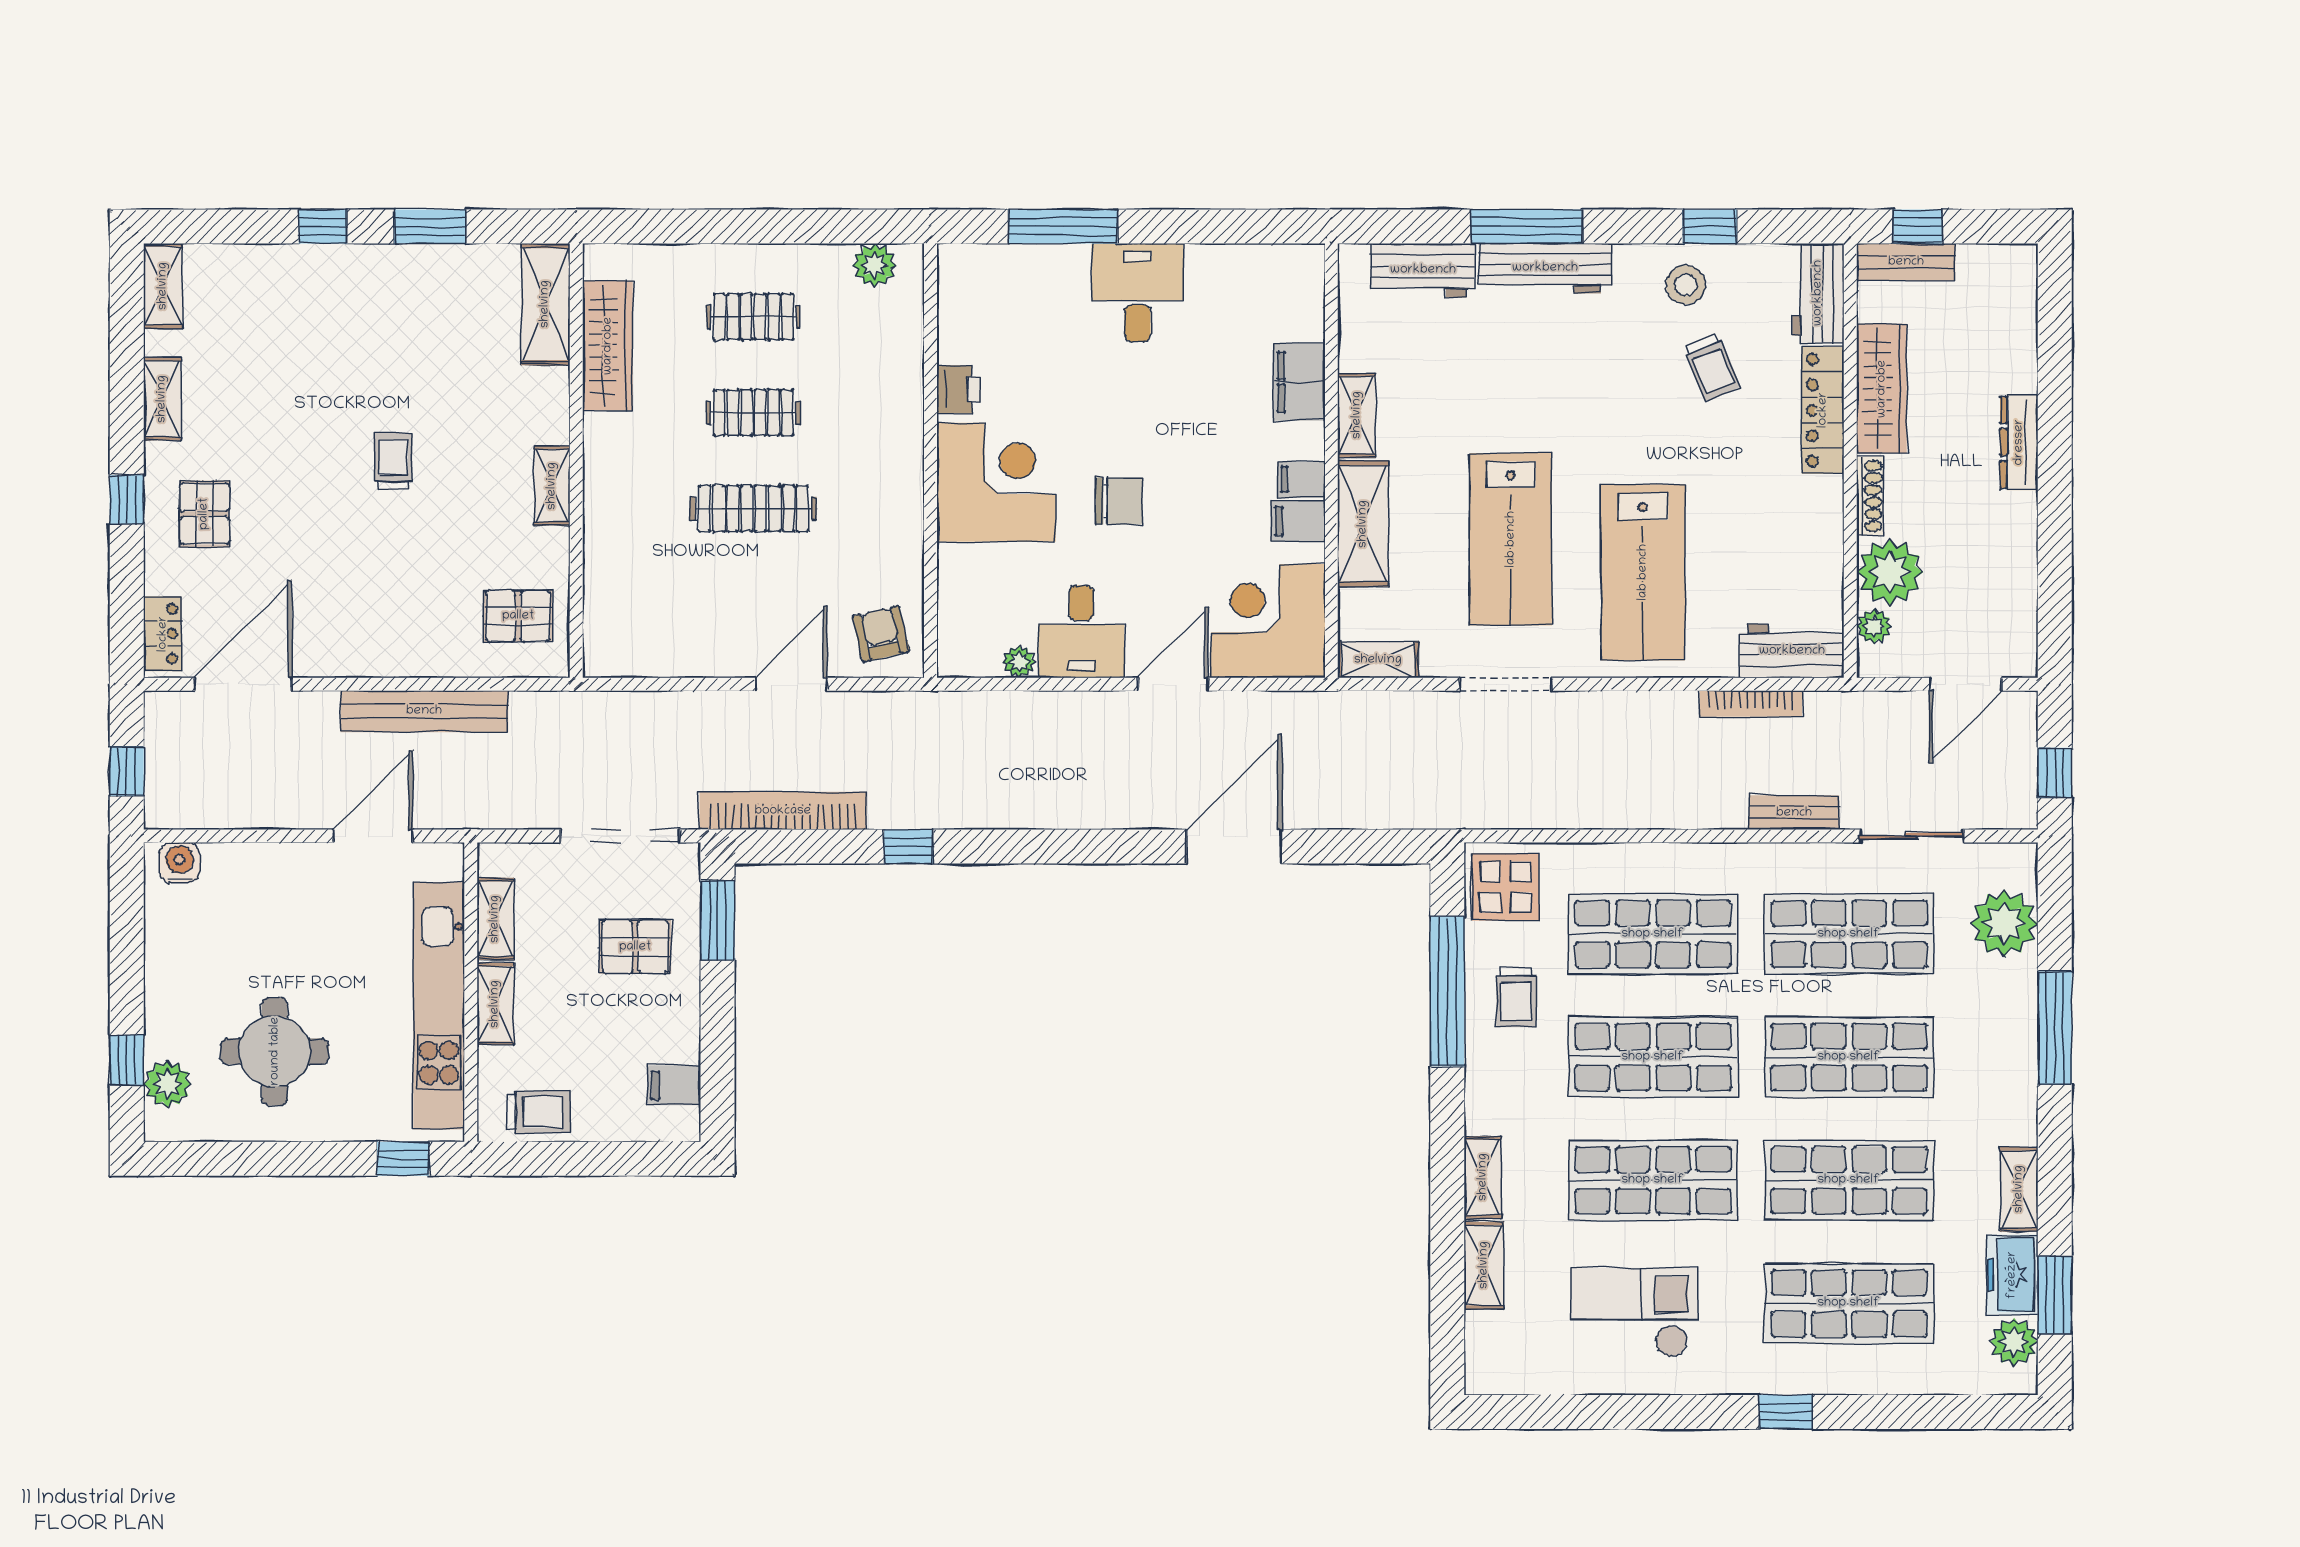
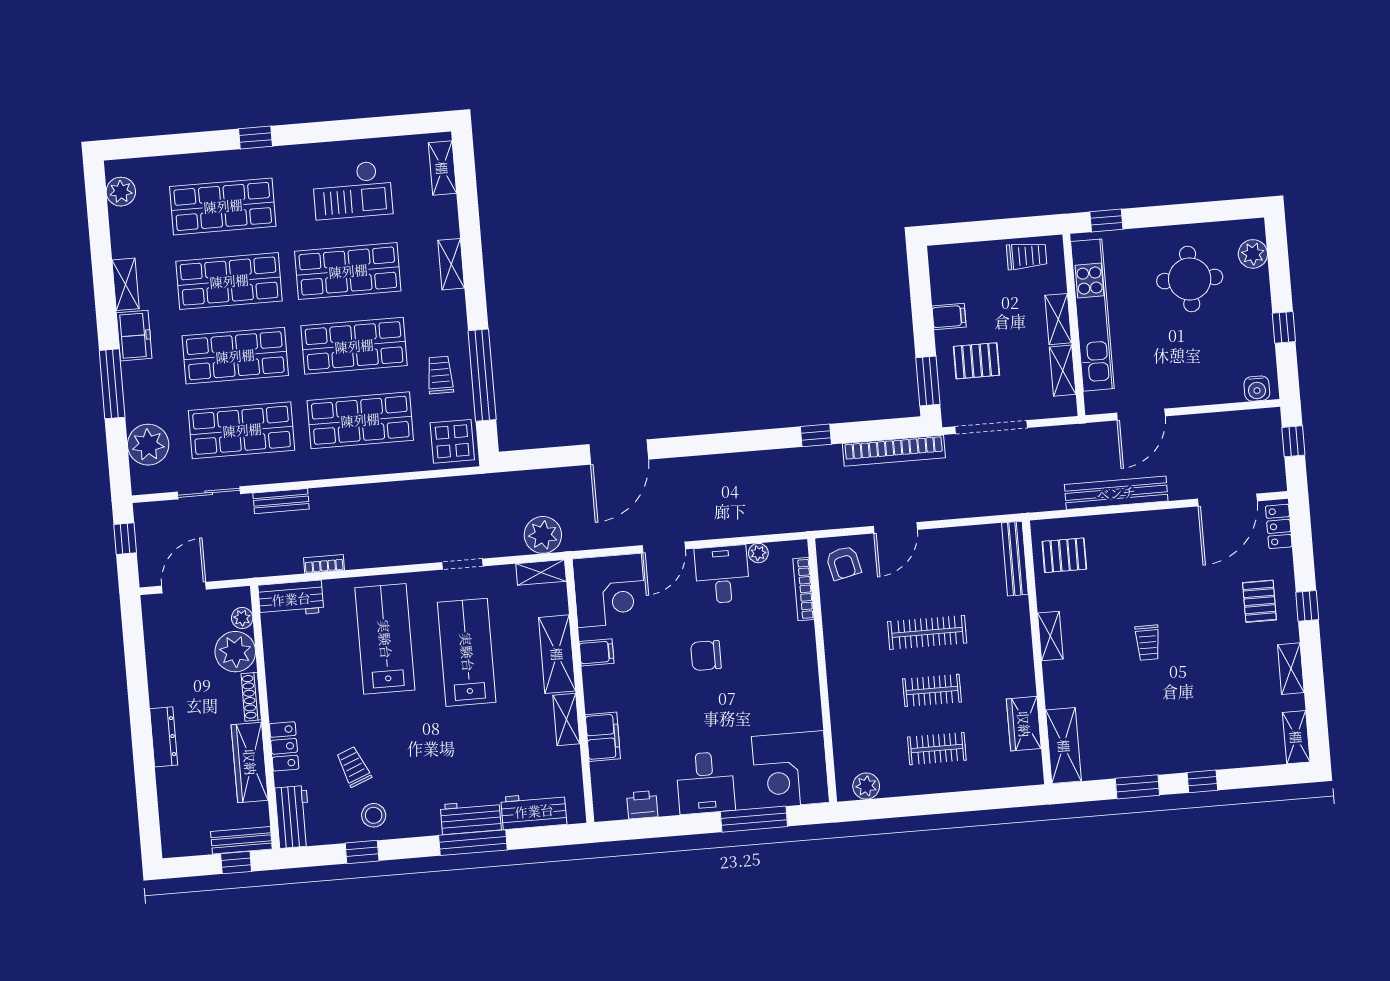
workbench: (1545, 268) -> (471, 817), width x0.73
wardrobe: (608, 346) -> (1024, 724), width x0.67
printer: (959, 389) -> (642, 805), moved, turned 90
locker: (1823, 410) -> (284, 746), width x0.66
filing cabinet: (1301, 480) -> (597, 678), removed
corner desk: (996, 482) -> (790, 769), moved
bookcase: (950, 597) -> (803, 589), added
bench: (599, 617) -> (1015, 559), added
doorway: (1506, 684) -> (462, 564), width x0.73
bookcase: (1751, 704) -> (324, 564), width x0.64
plant: (1370, 721) -> (543, 535), added
window: (127, 1060) -> (1284, 327), moved
filing cabinet: (674, 1085) -> (949, 317), moved
trolley: (539, 1112) -> (1027, 256), turned 180
shelving: (1484, 1265) -> (442, 168), moved
freezer: (2012, 1275) -> (134, 336), moved
window: (2055, 1295) -> (99, 222), removed

